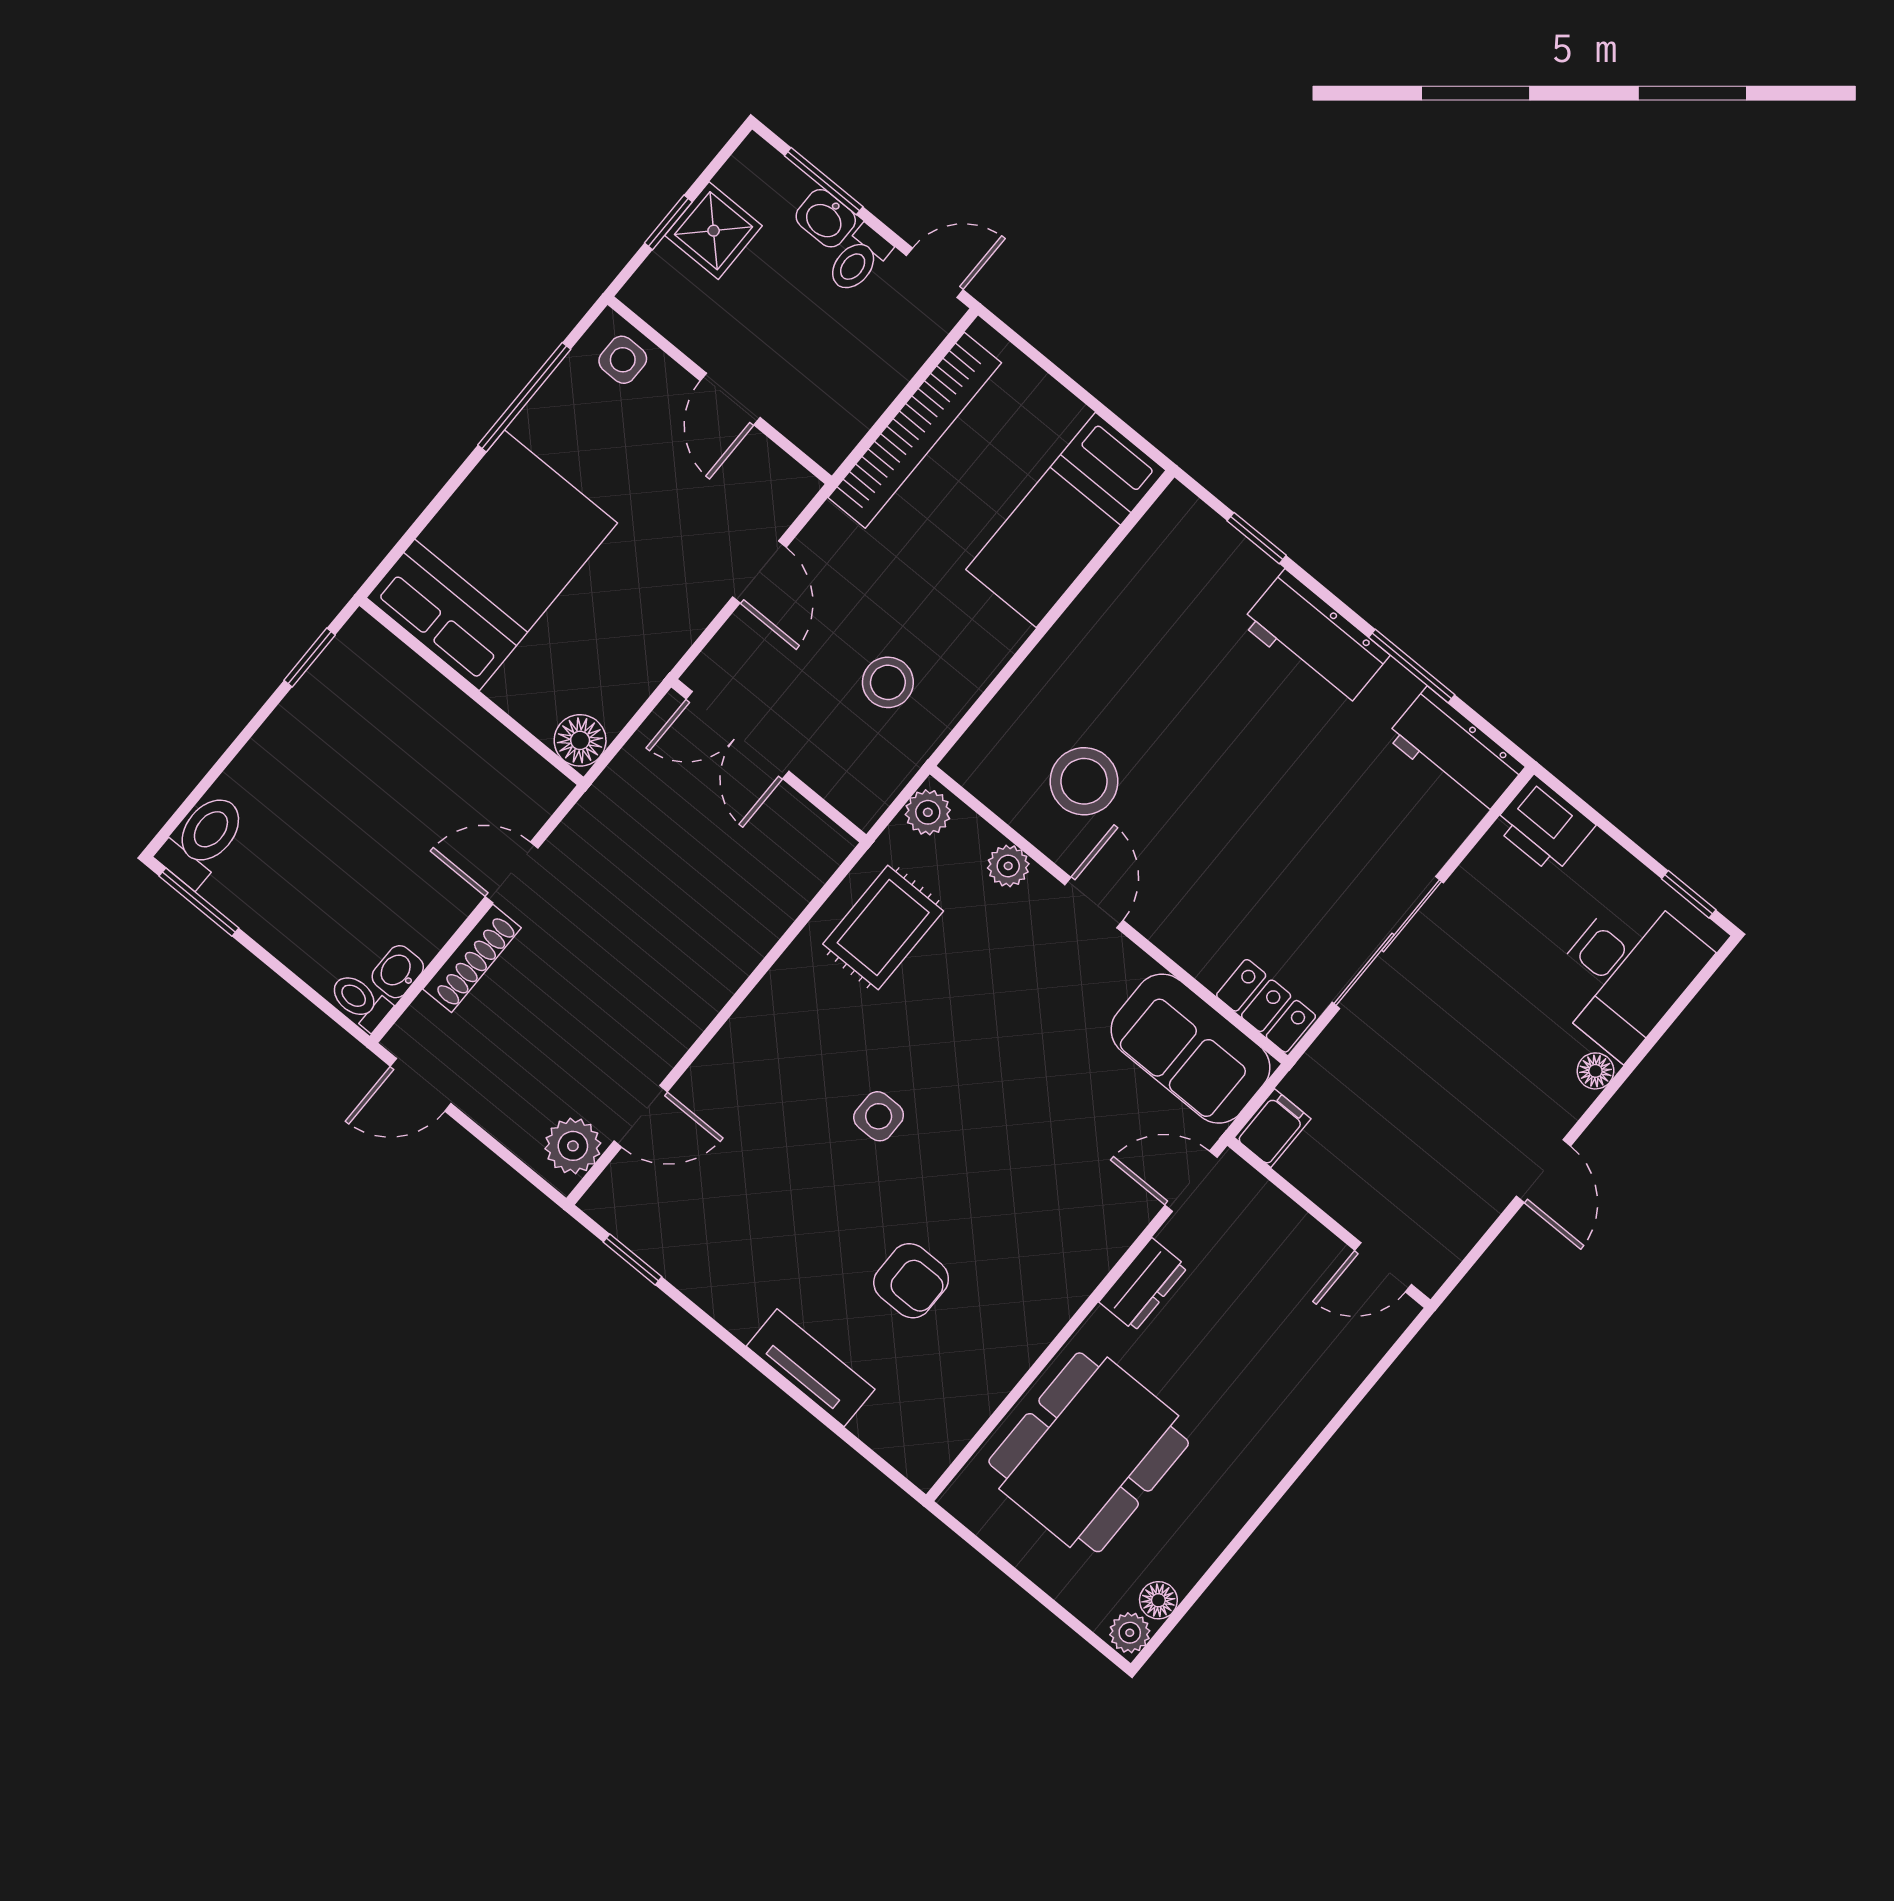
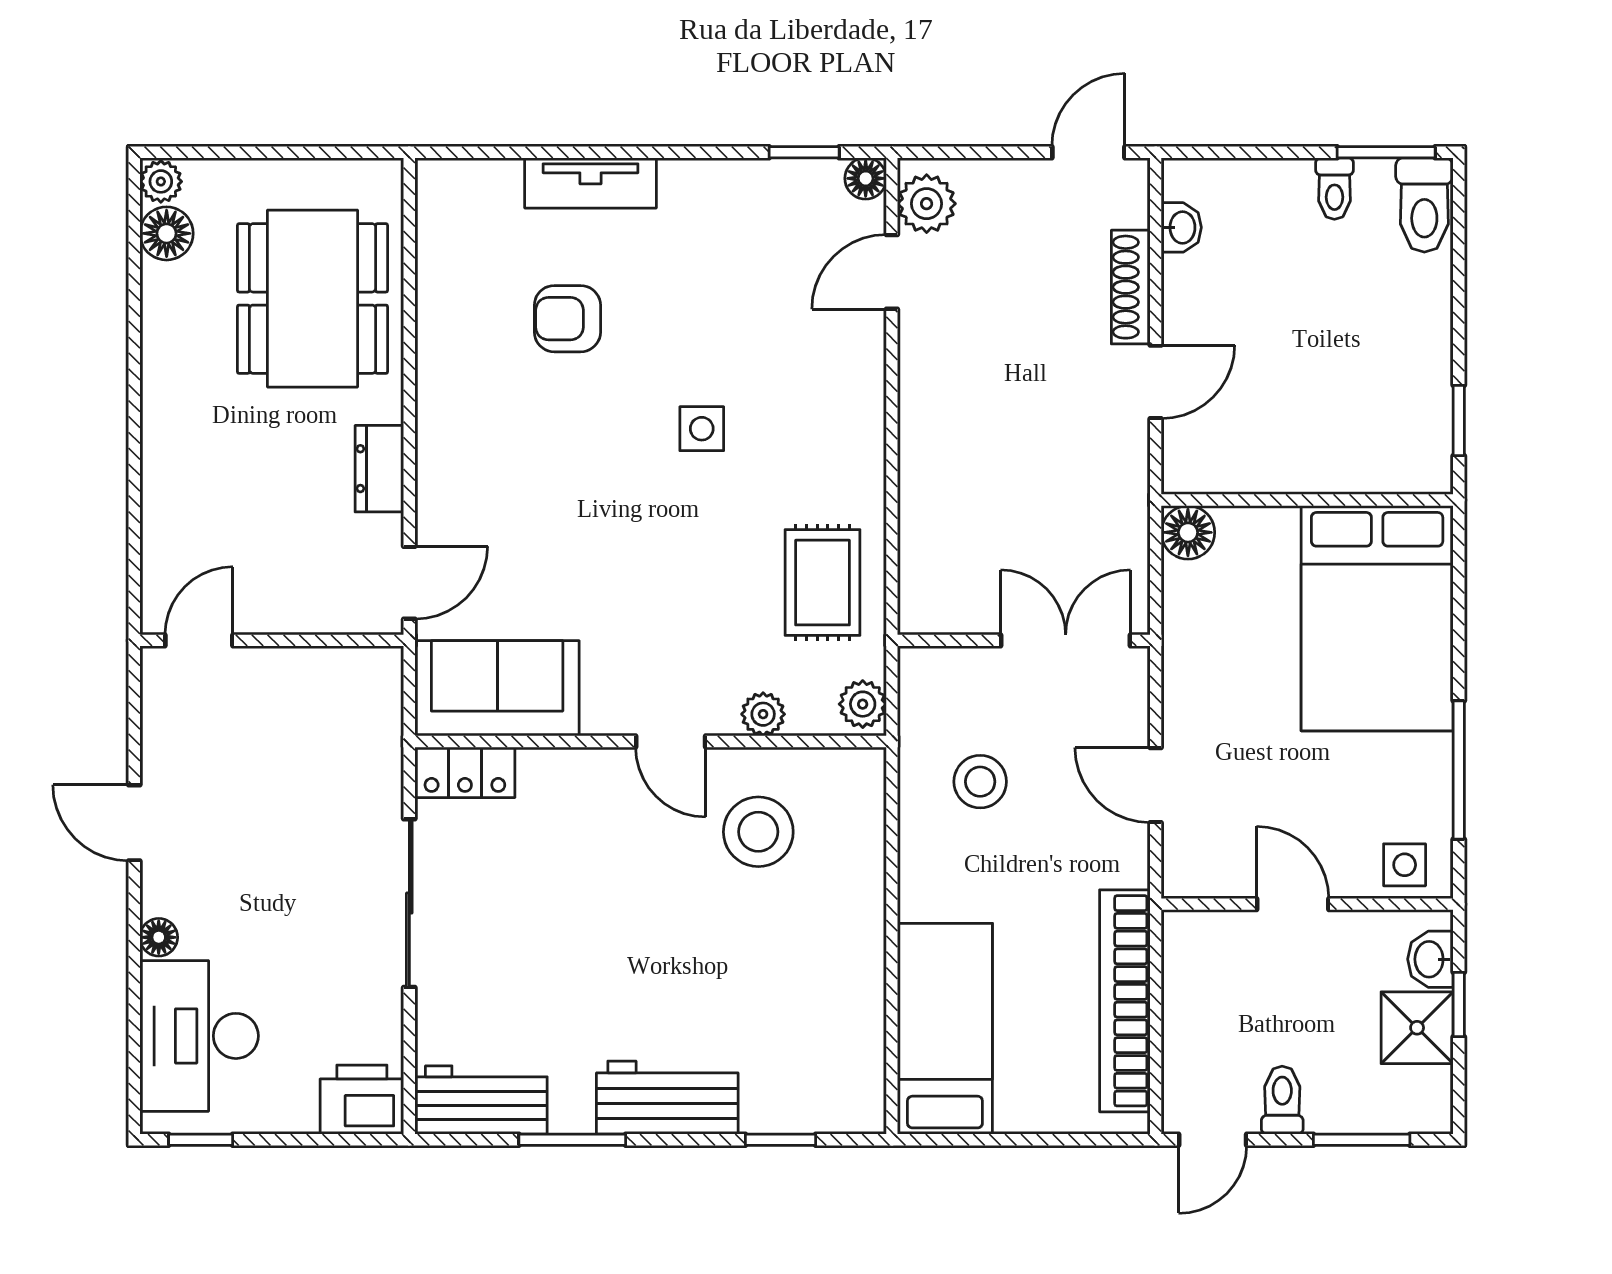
washbasin: (826, 218) -> (1430, 959), moved, turned -90
toilet: (360, 1001) -> (1334, 189), moved, turned 90
filing cabinet: (1273, 1128) -> (379, 679), removed
floor lamp: (603, 1202) -> (866, 178), added
floor lamp: (1158, 1600) -> (167, 233), width x1.37, depth x1.37

